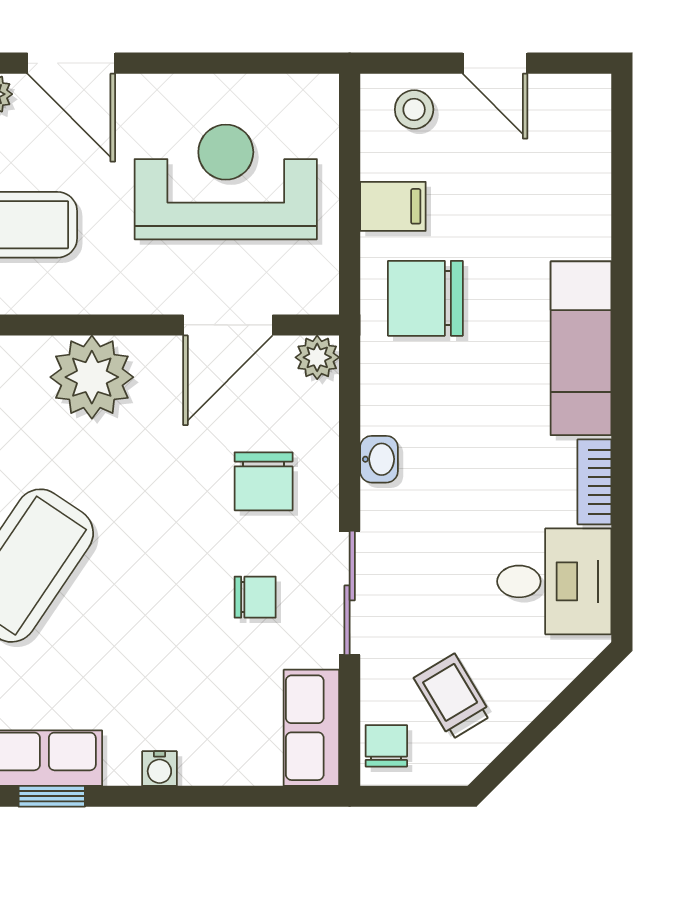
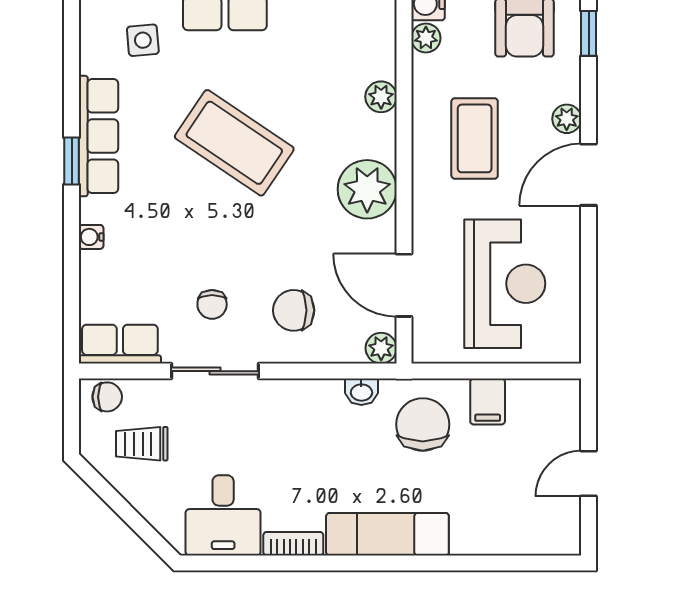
stool: (414, 109) -> (556, 417), removed
washbasin: (379, 459) -> (361, 392), moved
trolley: (453, 697) -> (142, 444), turned -149

